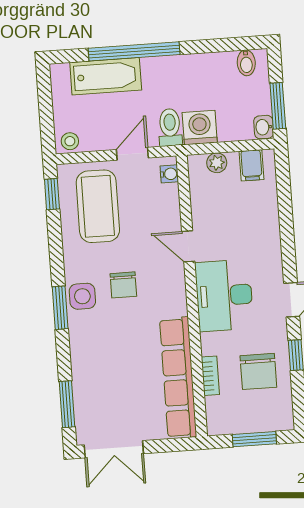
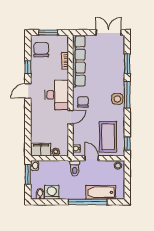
washing machine: (200, 128) -> (52, 192), moved, turned 180
door: (132, 154) -> (92, 158), swing flipped
filing cabinet: (252, 165) -> (41, 150), width x2.00
door: (188, 246) -> (71, 117), hinge flipped
chair: (123, 285) -> (83, 102), moved
window: (60, 308) -> (127, 95), width x1.44
chair: (258, 371) -> (41, 50), moved
window: (67, 404) -> (127, 64), moved

